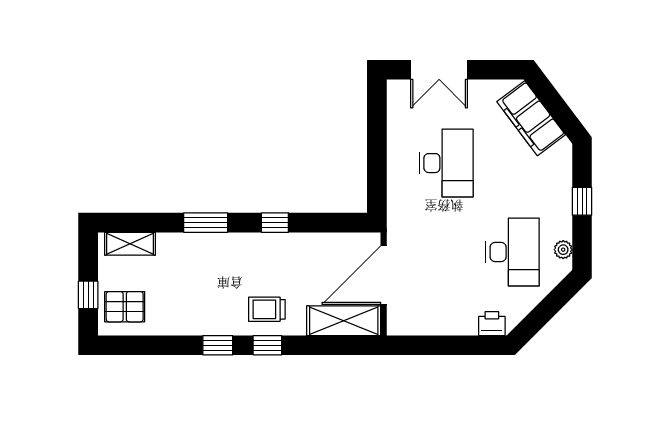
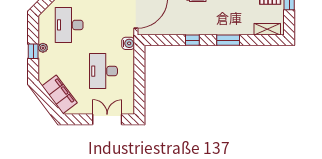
water cooler: (399, 216) -> (128, 43), added
plant: (563, 250) -> (43, 48), moved

